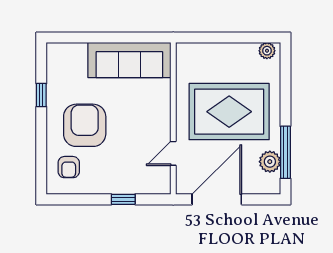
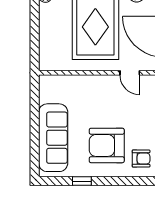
sofa: (129, 60) -> (53, 138), moved

